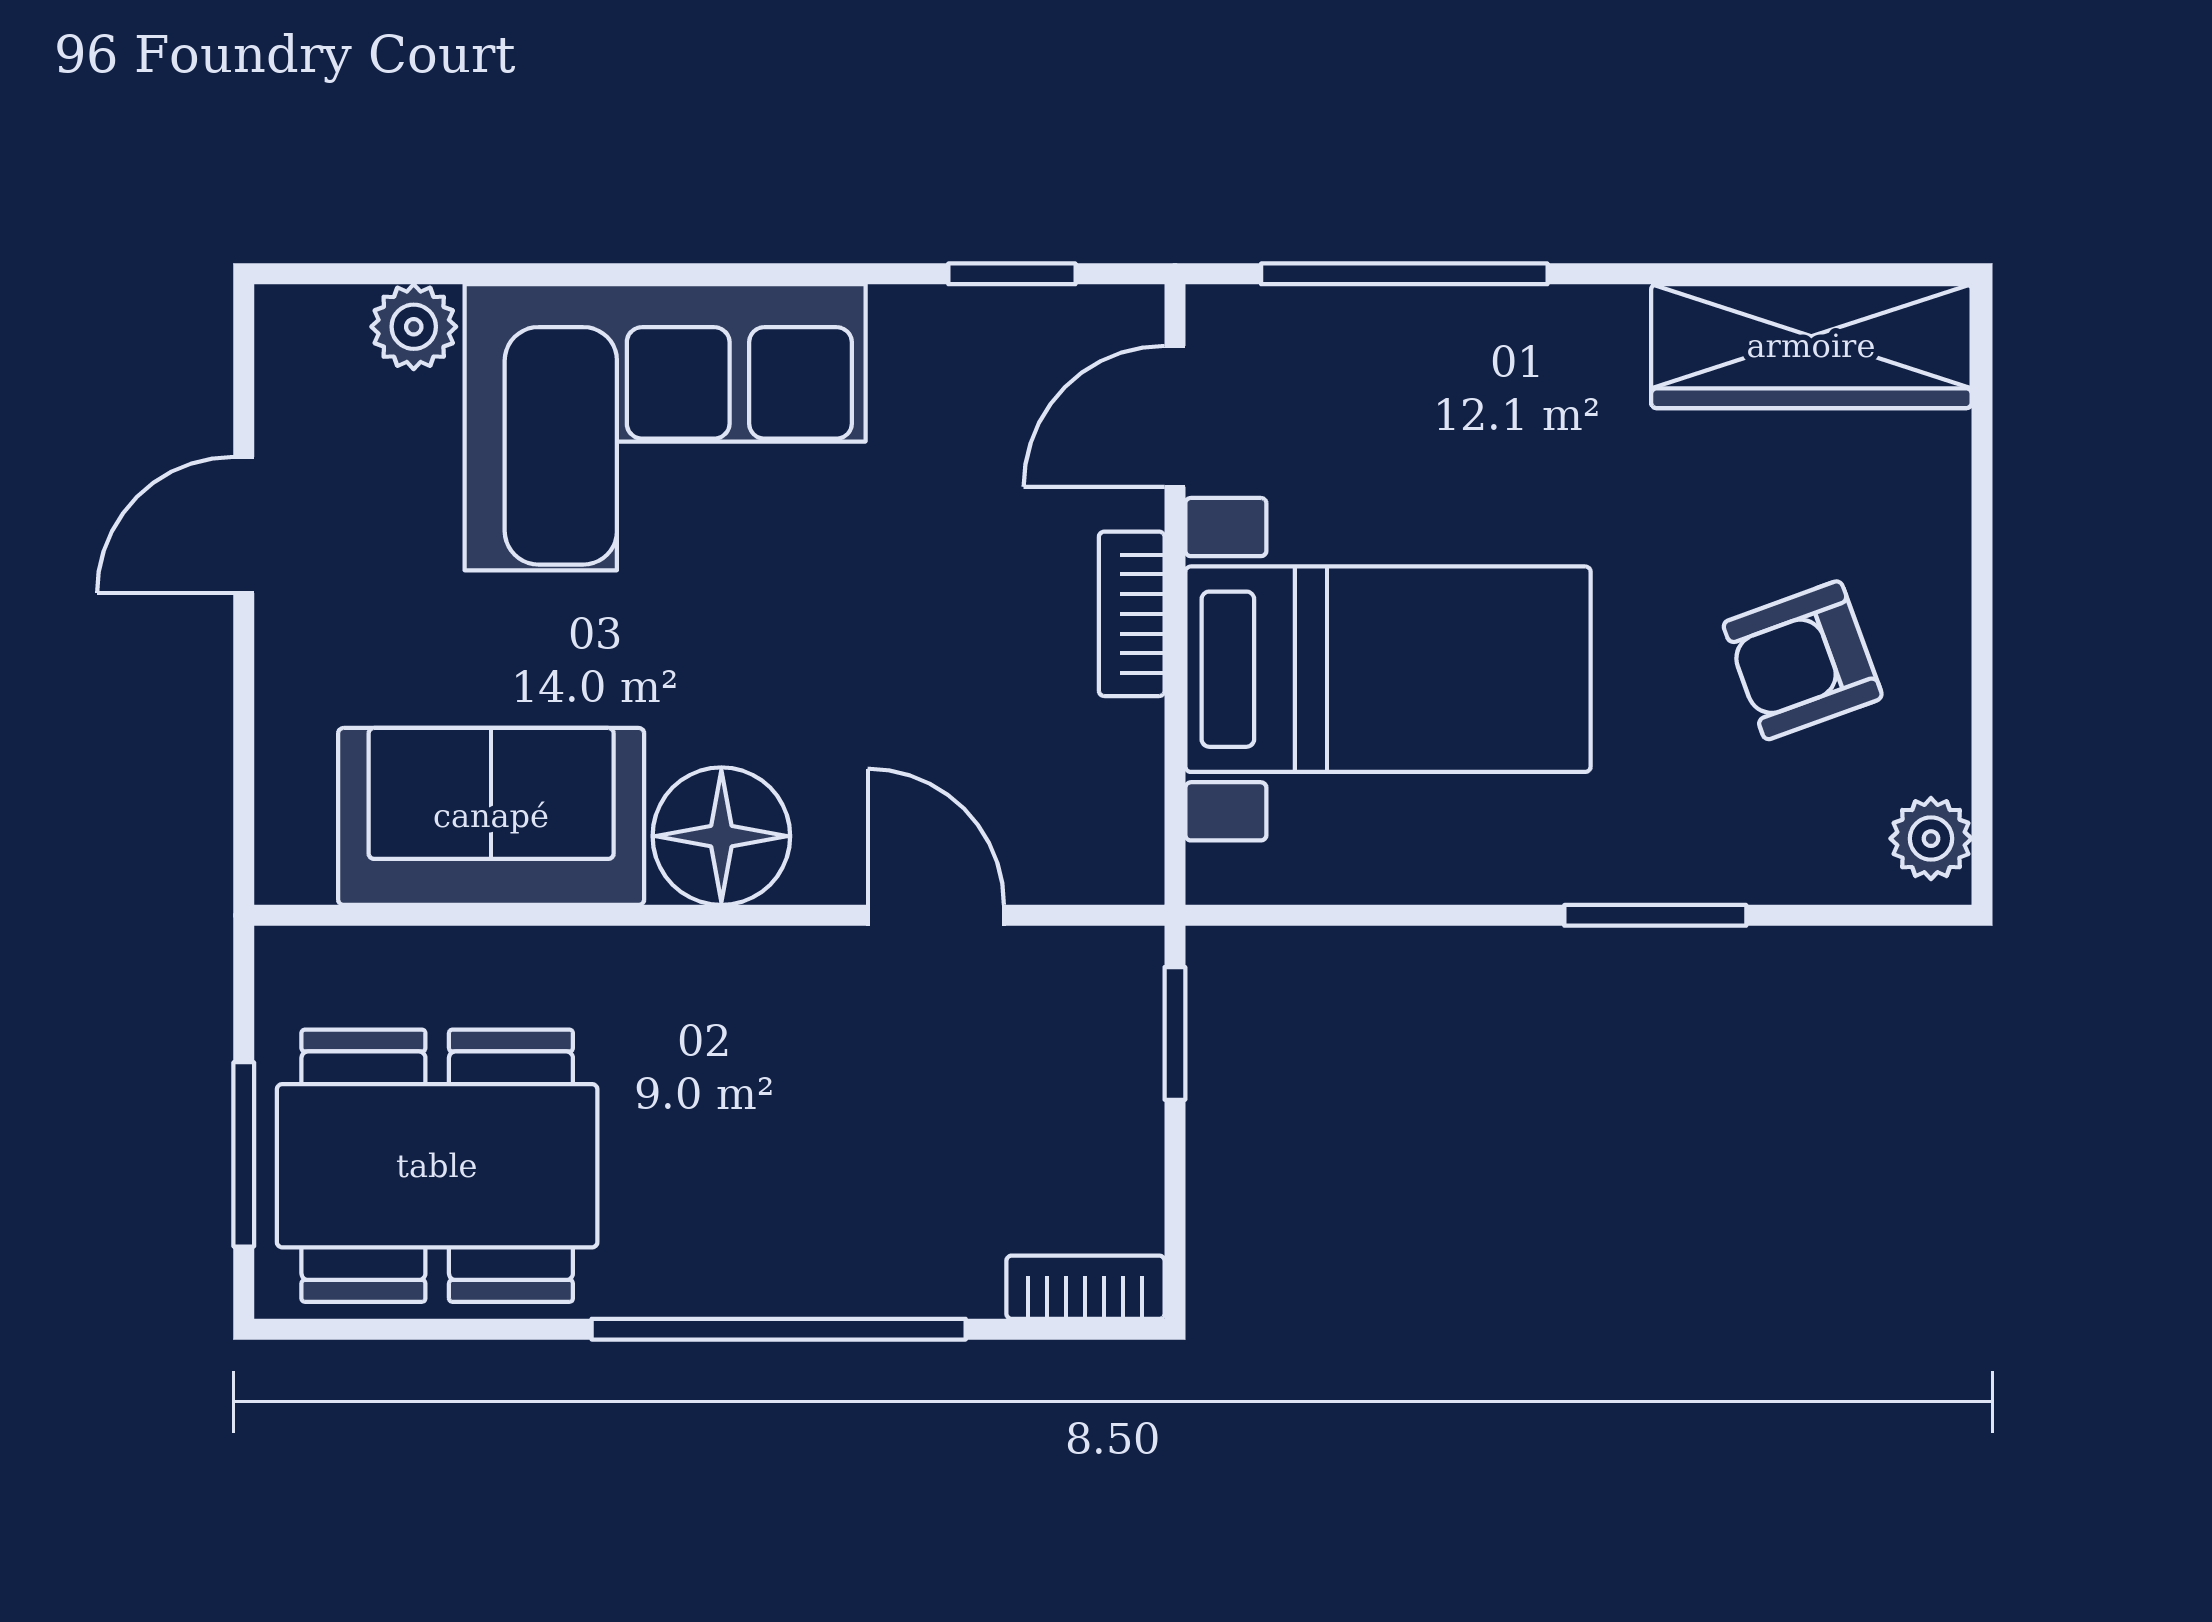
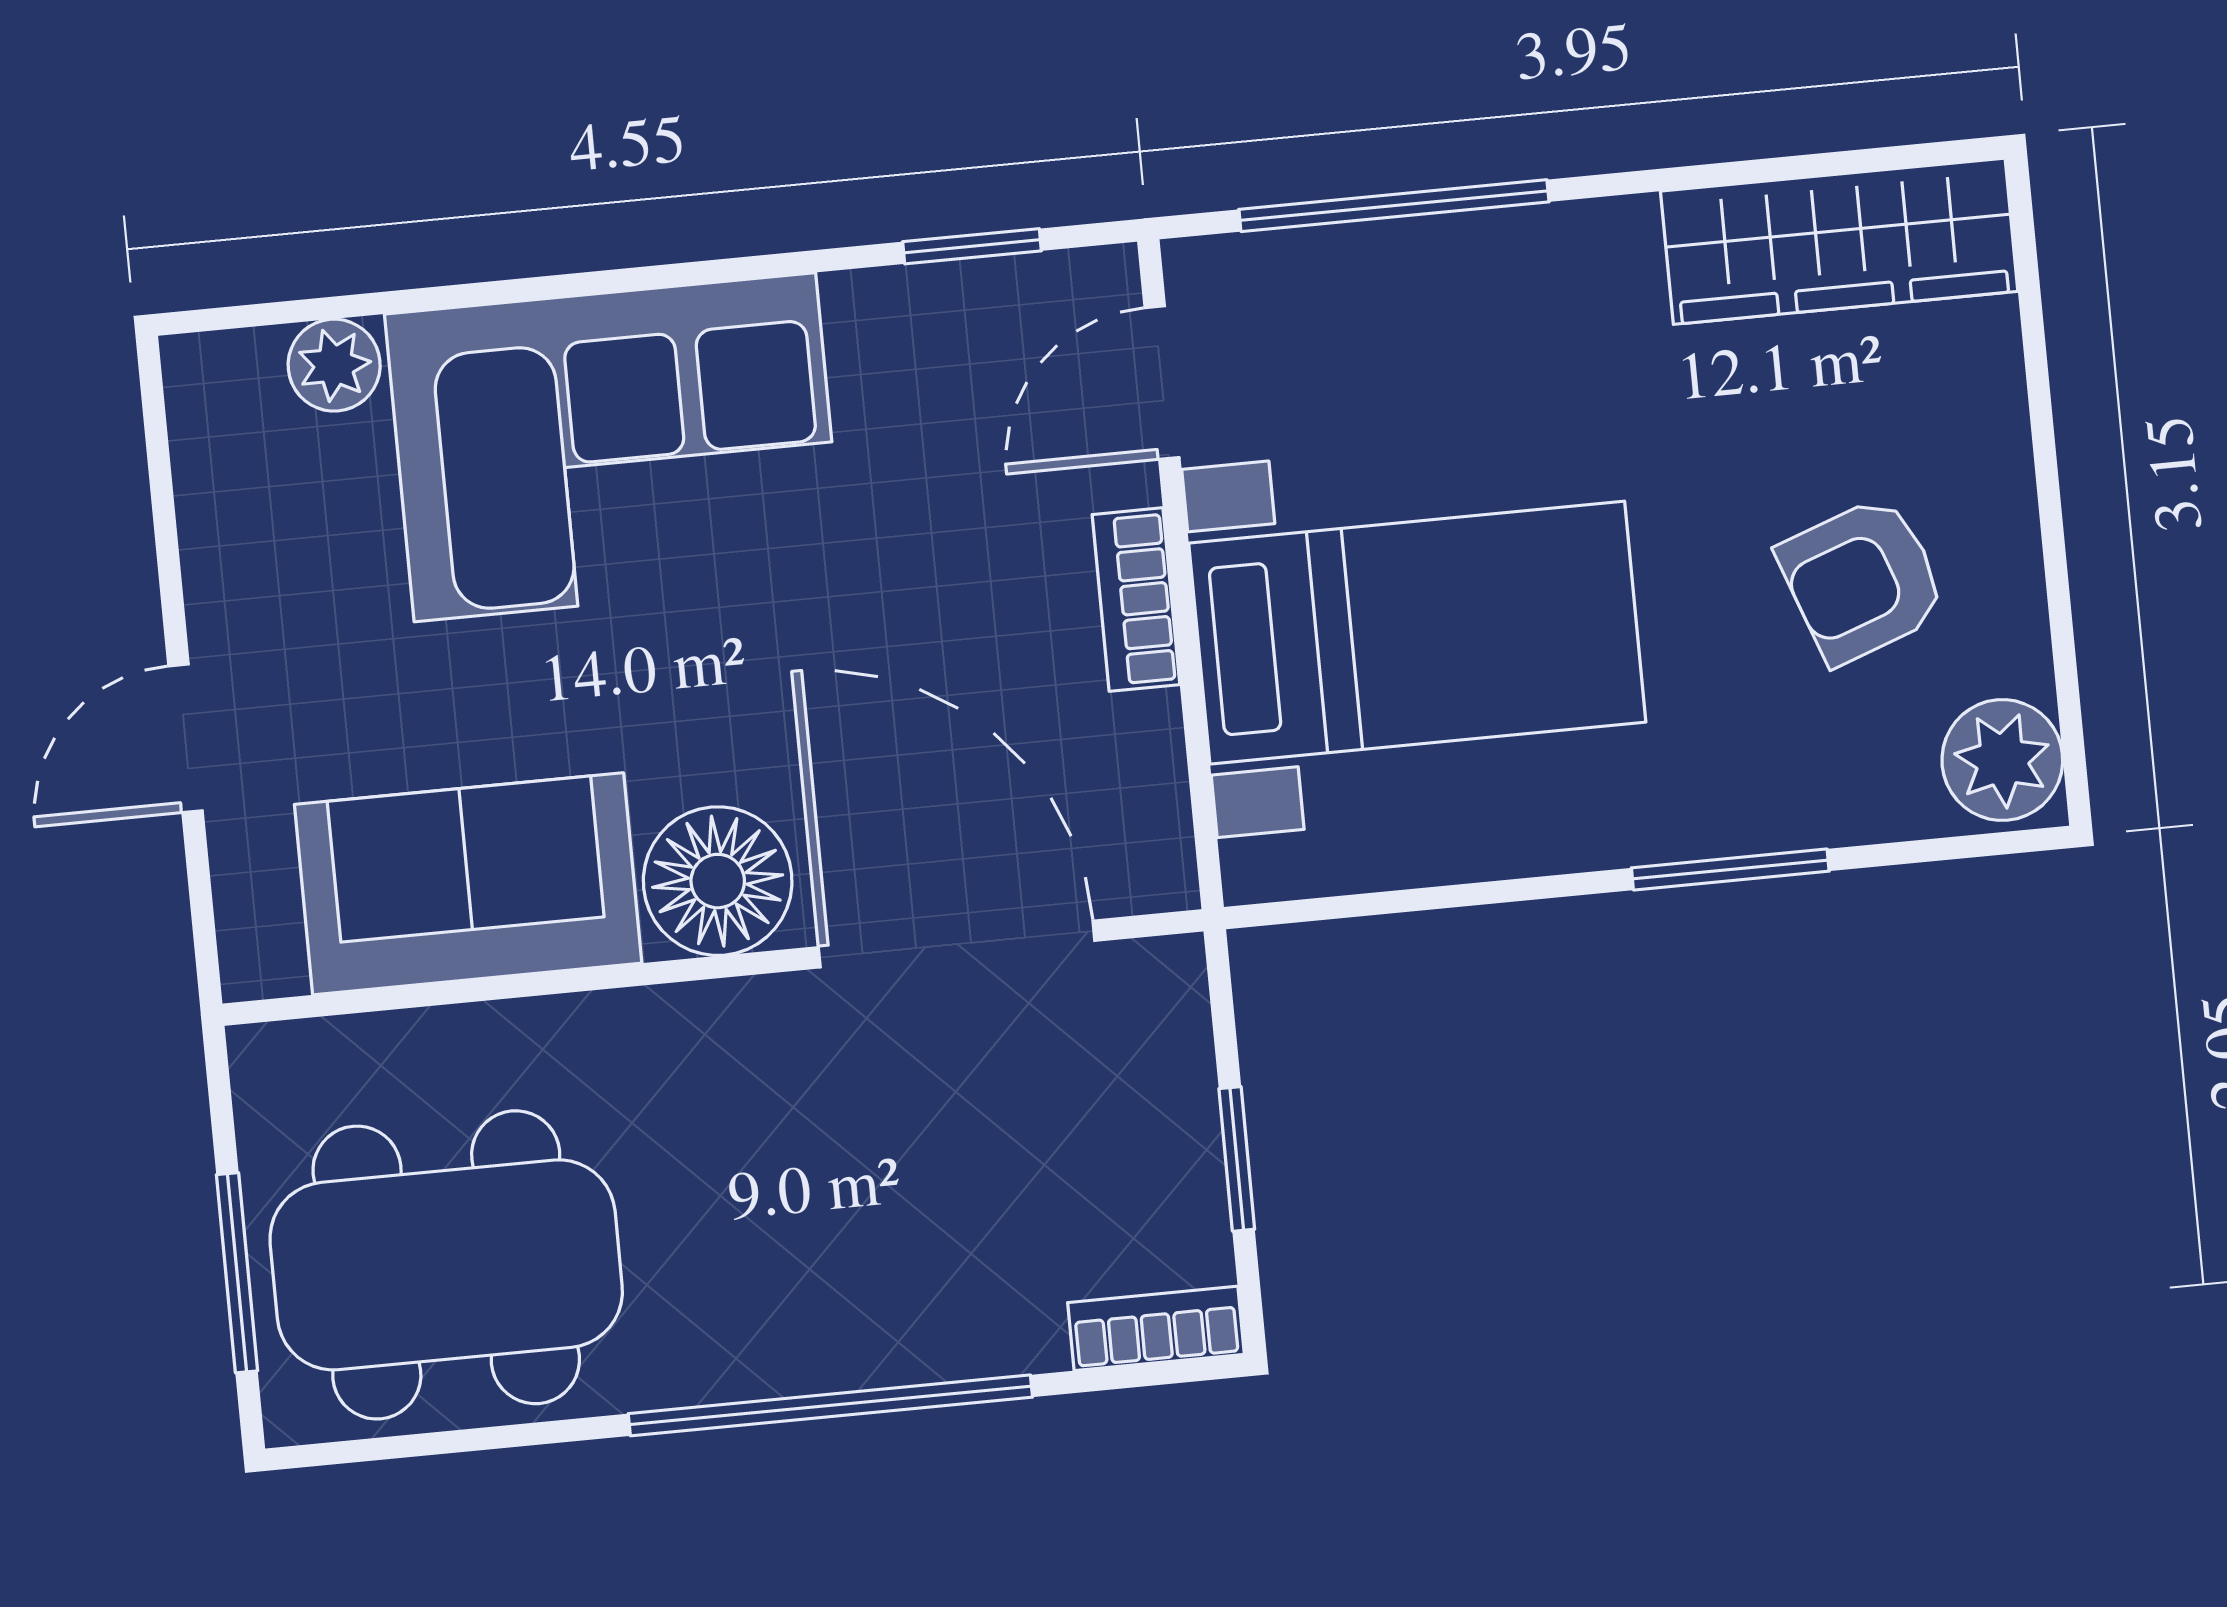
door: (244, 525) -> (186, 738), moved
plant: (1931, 839) -> (2002, 760), width x1.38, depth x1.38
door: (936, 915) -> (957, 944), width x1.88
window: (1175, 1033) -> (1237, 1159), moved

